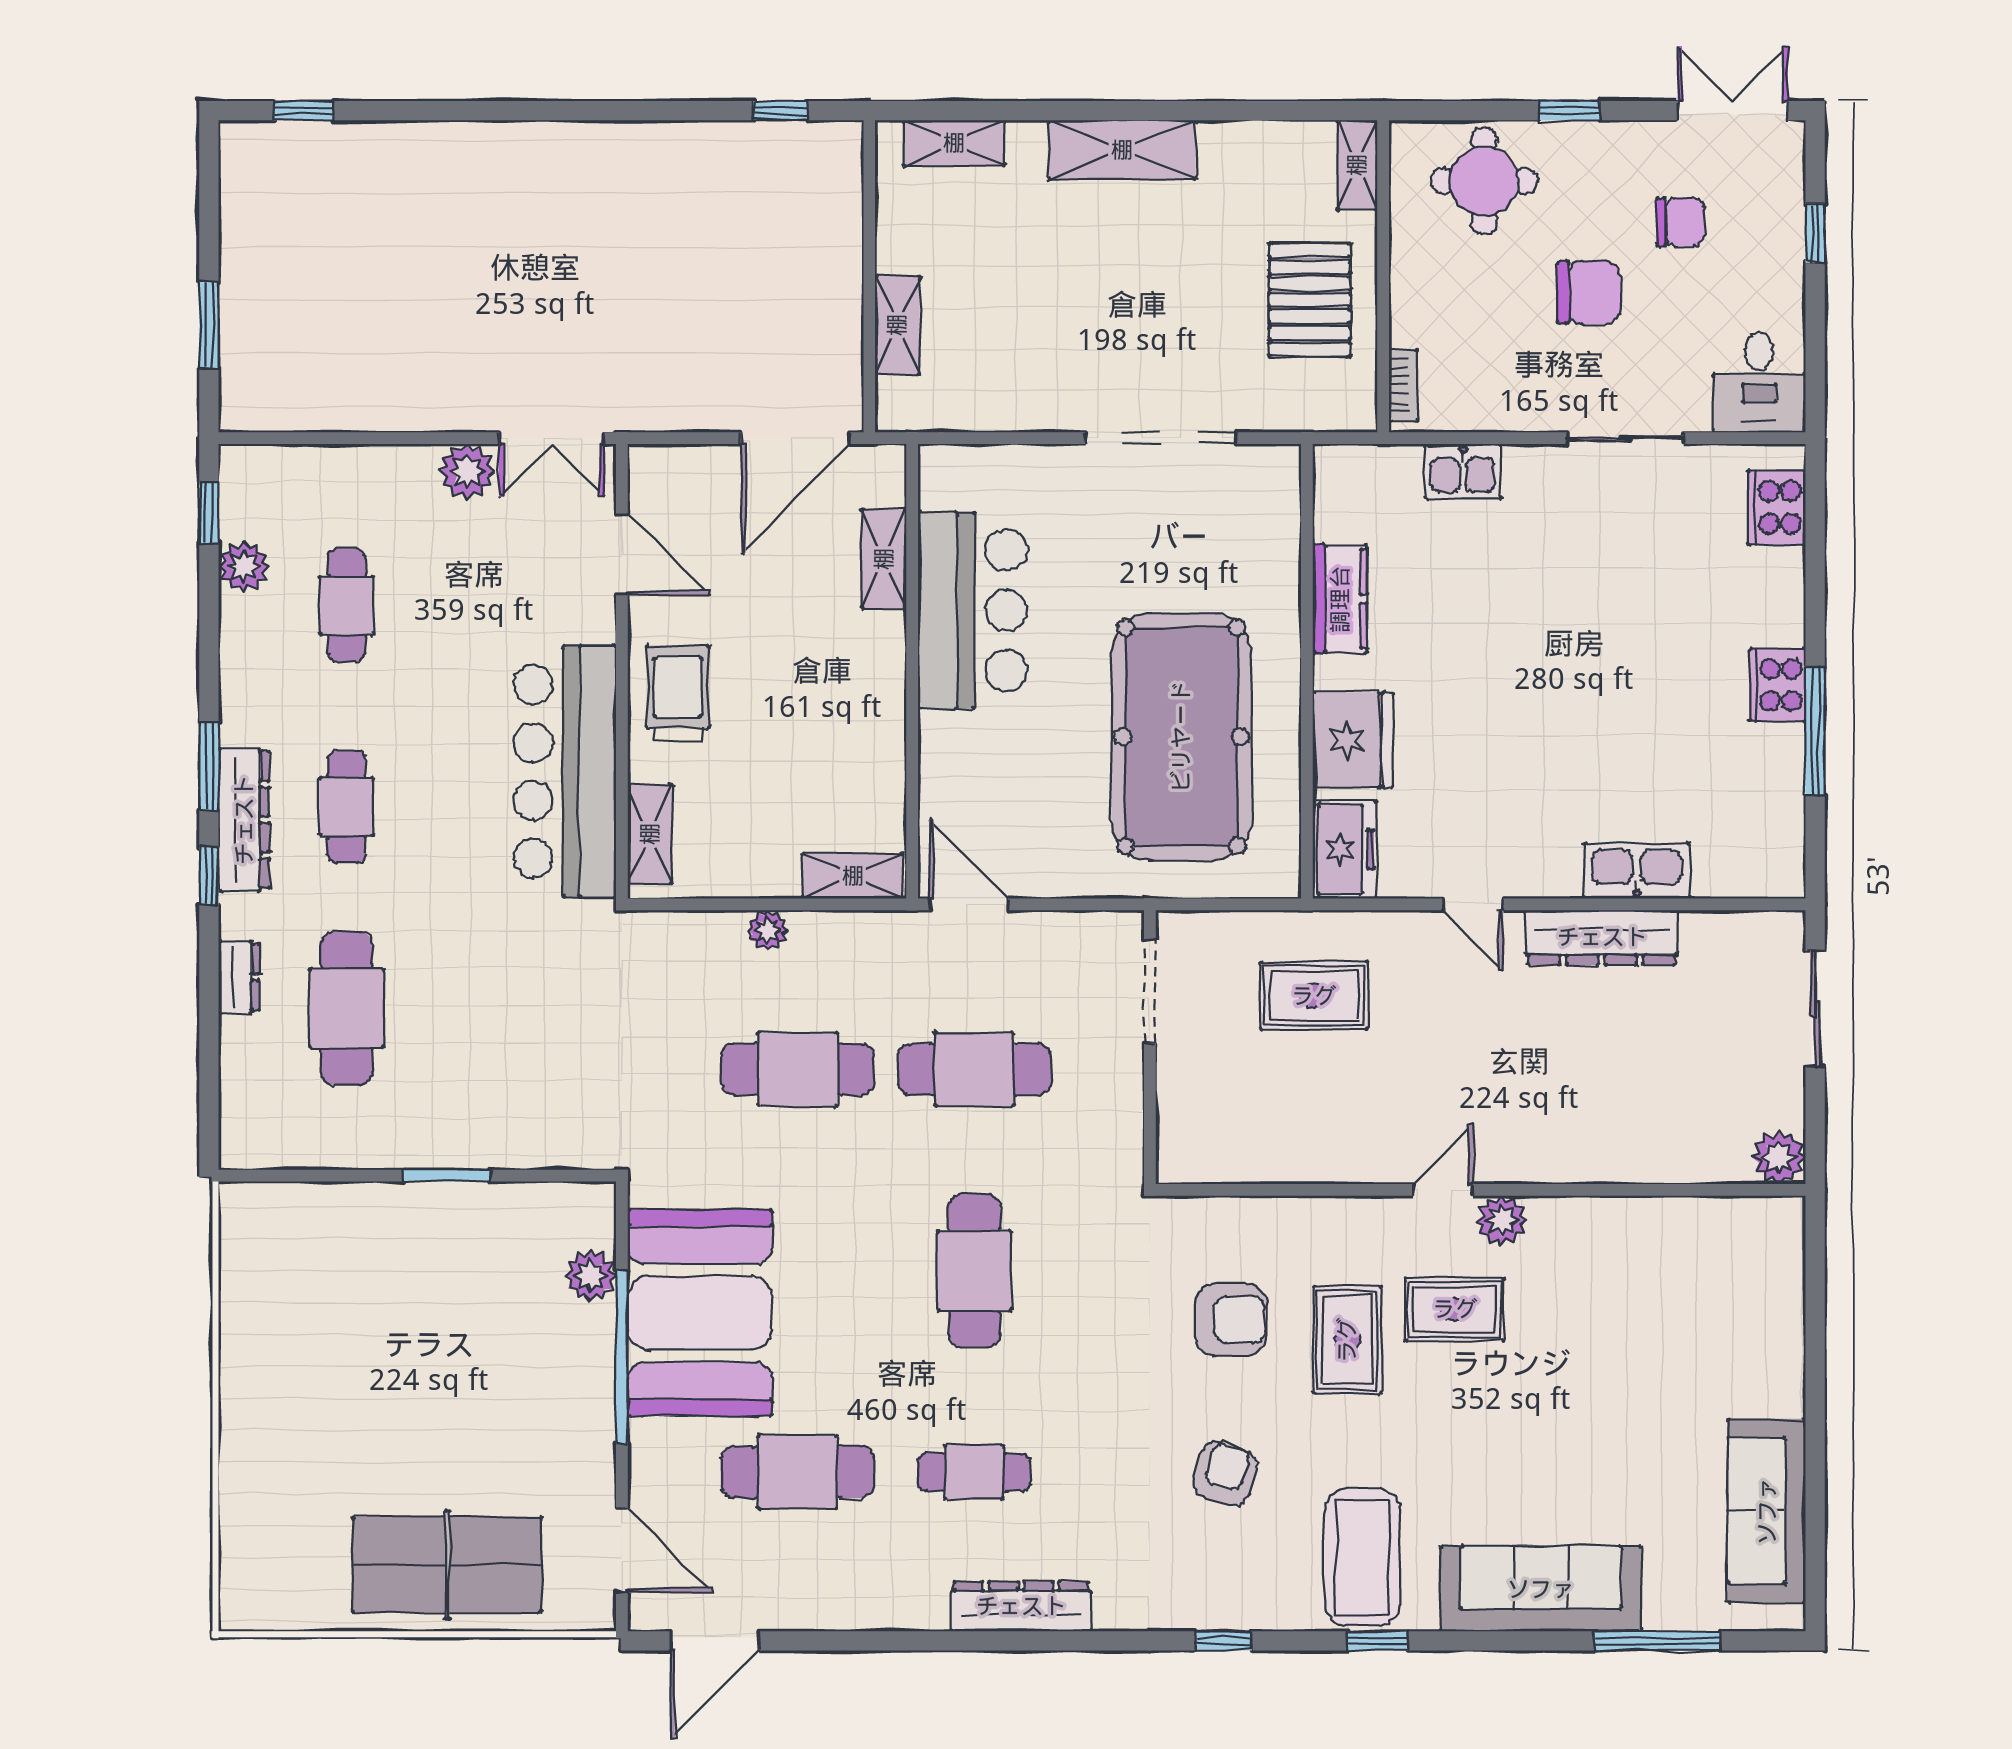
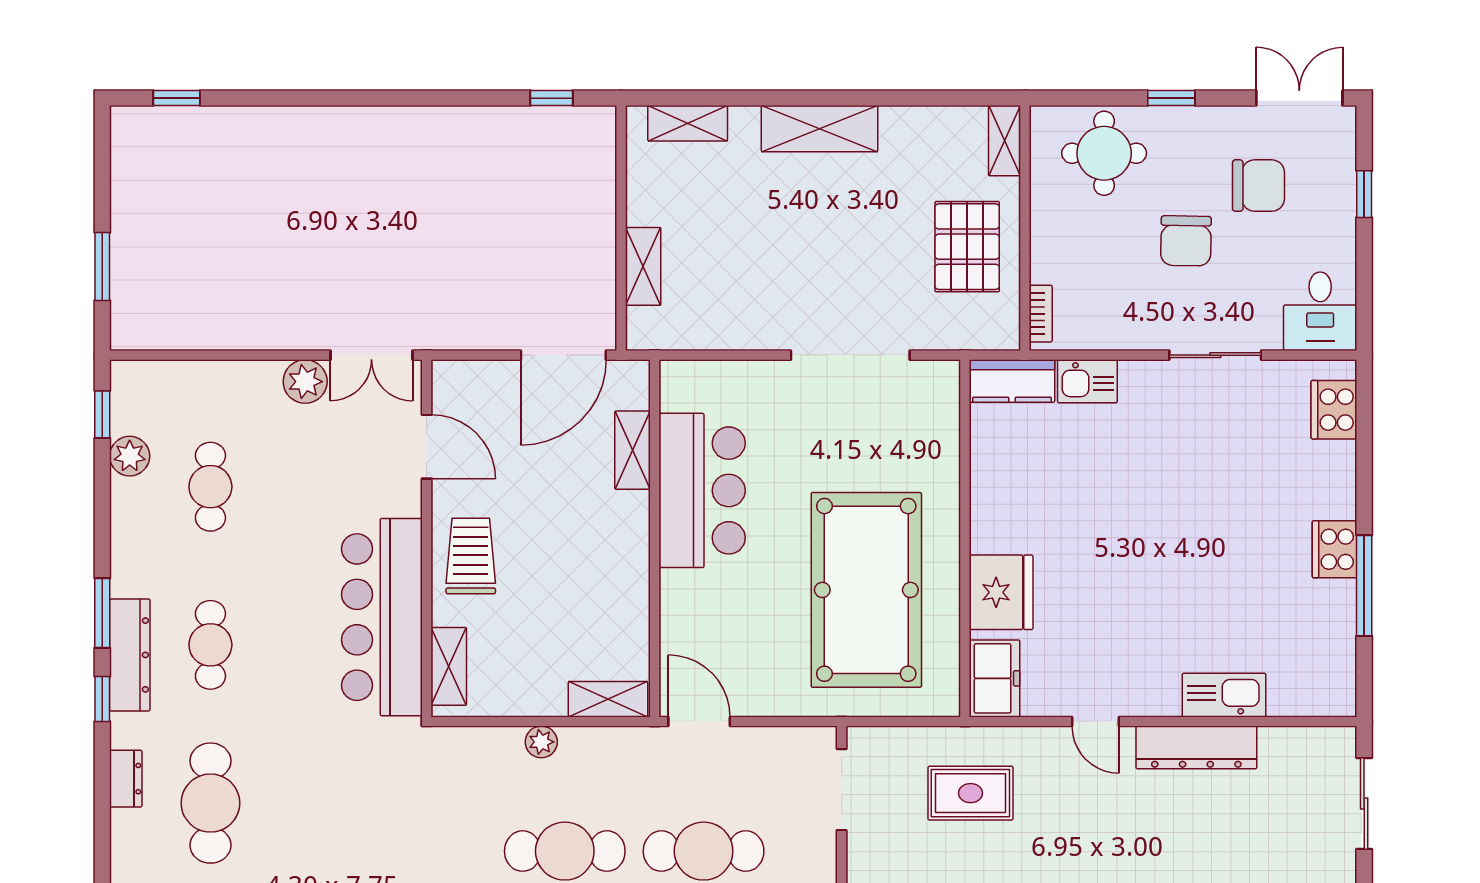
chair: (1680, 222) -> (1258, 186), width x1.37, depth x1.37
chair: (1588, 293) -> (1186, 241), turned 91
kitchen counter: (1340, 599) -> (1012, 381), moved, turned 90

